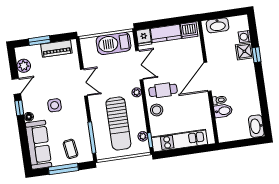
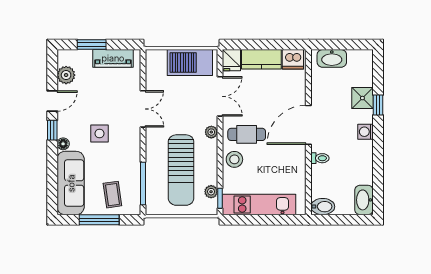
washing machine: (245, 37) -> (366, 132), moved
bidet: (223, 111) -> (323, 207), moved

